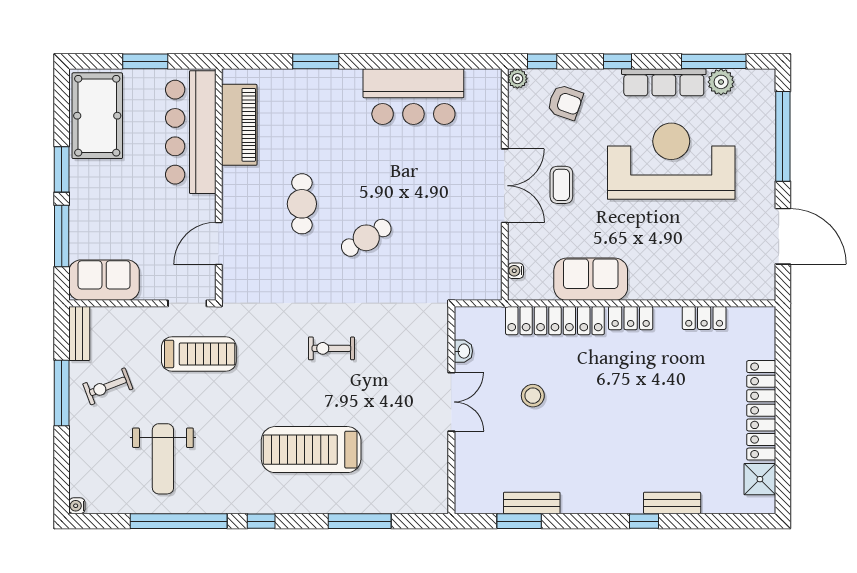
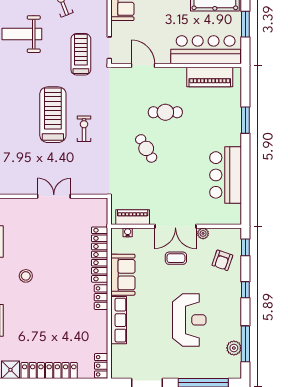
plant: (517, 79) -> (203, 233), moved
row of seats: (664, 82) -> (119, 320), moved, turned 180
reception desk: (671, 161) -> (189, 320), width x0.74, depth x0.77
piano: (489, 262) -> (133, 217), added
locker: (704, 318) -> (101, 366), moved
washbasin: (463, 351) -> (82, 203), removed
treadmill: (199, 354) -> (81, 54), turned 180
stool: (533, 396) -> (26, 276), moved
double door: (451, 402) -> (54, 196), swing flipped
treadmill: (311, 450) -> (53, 115), moved

